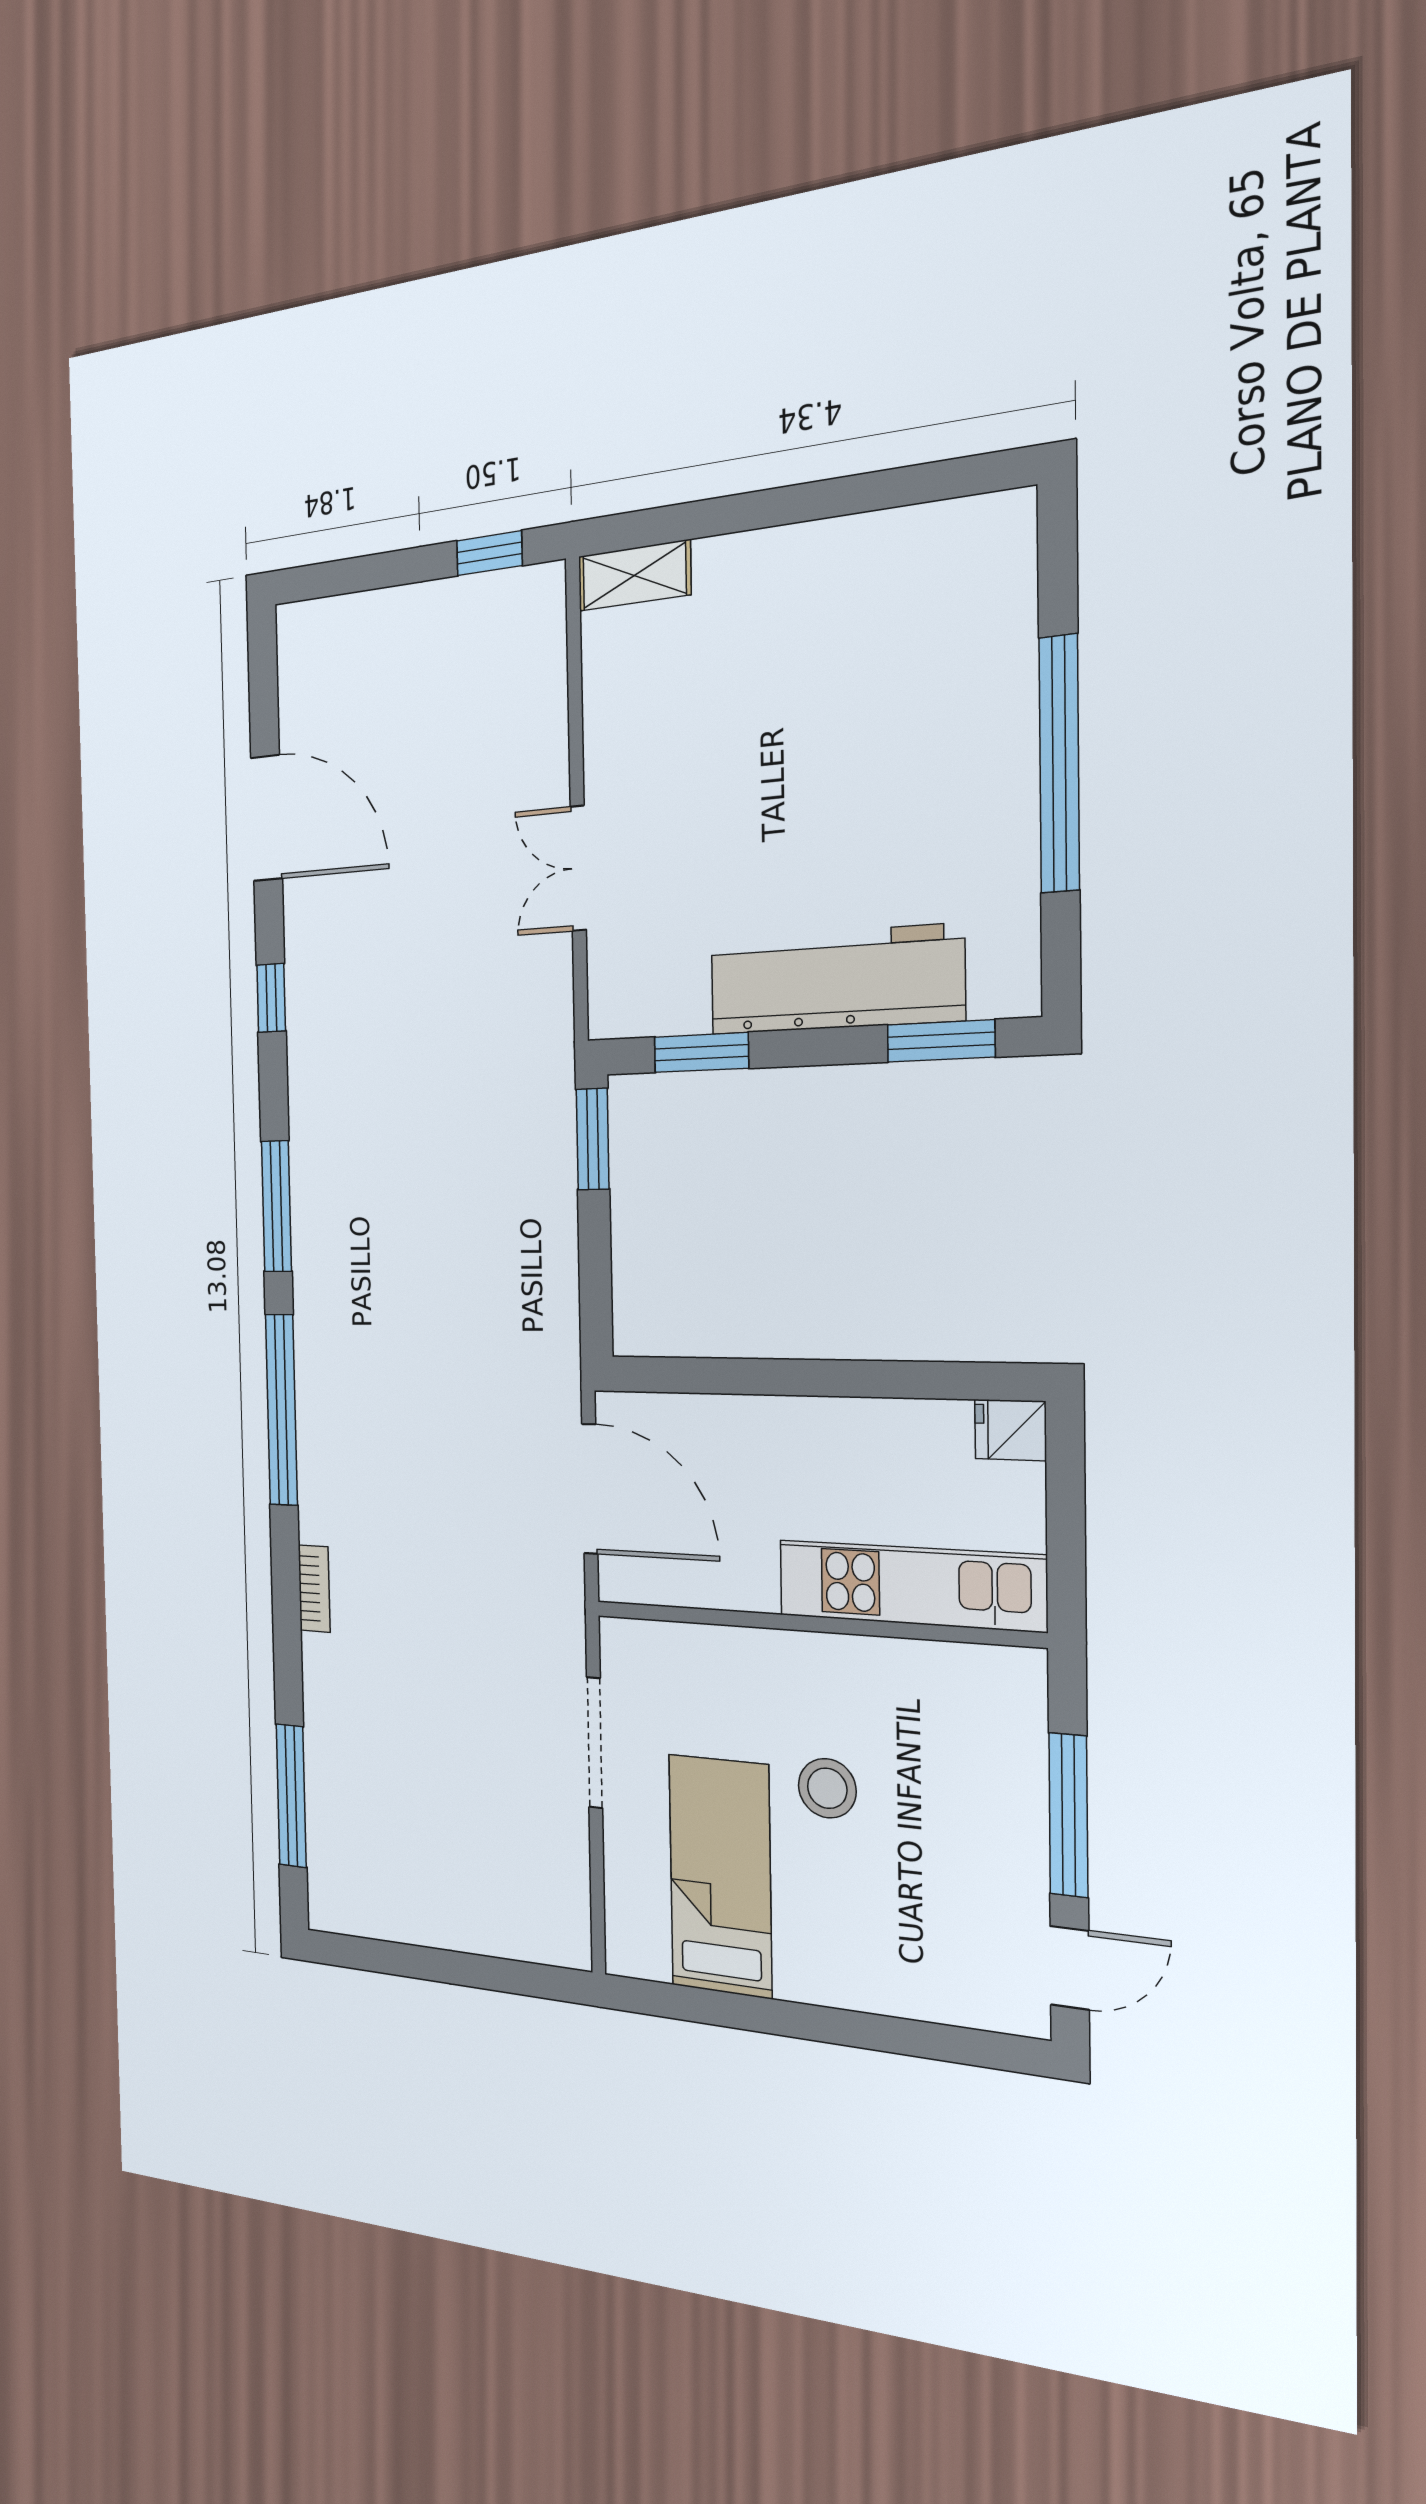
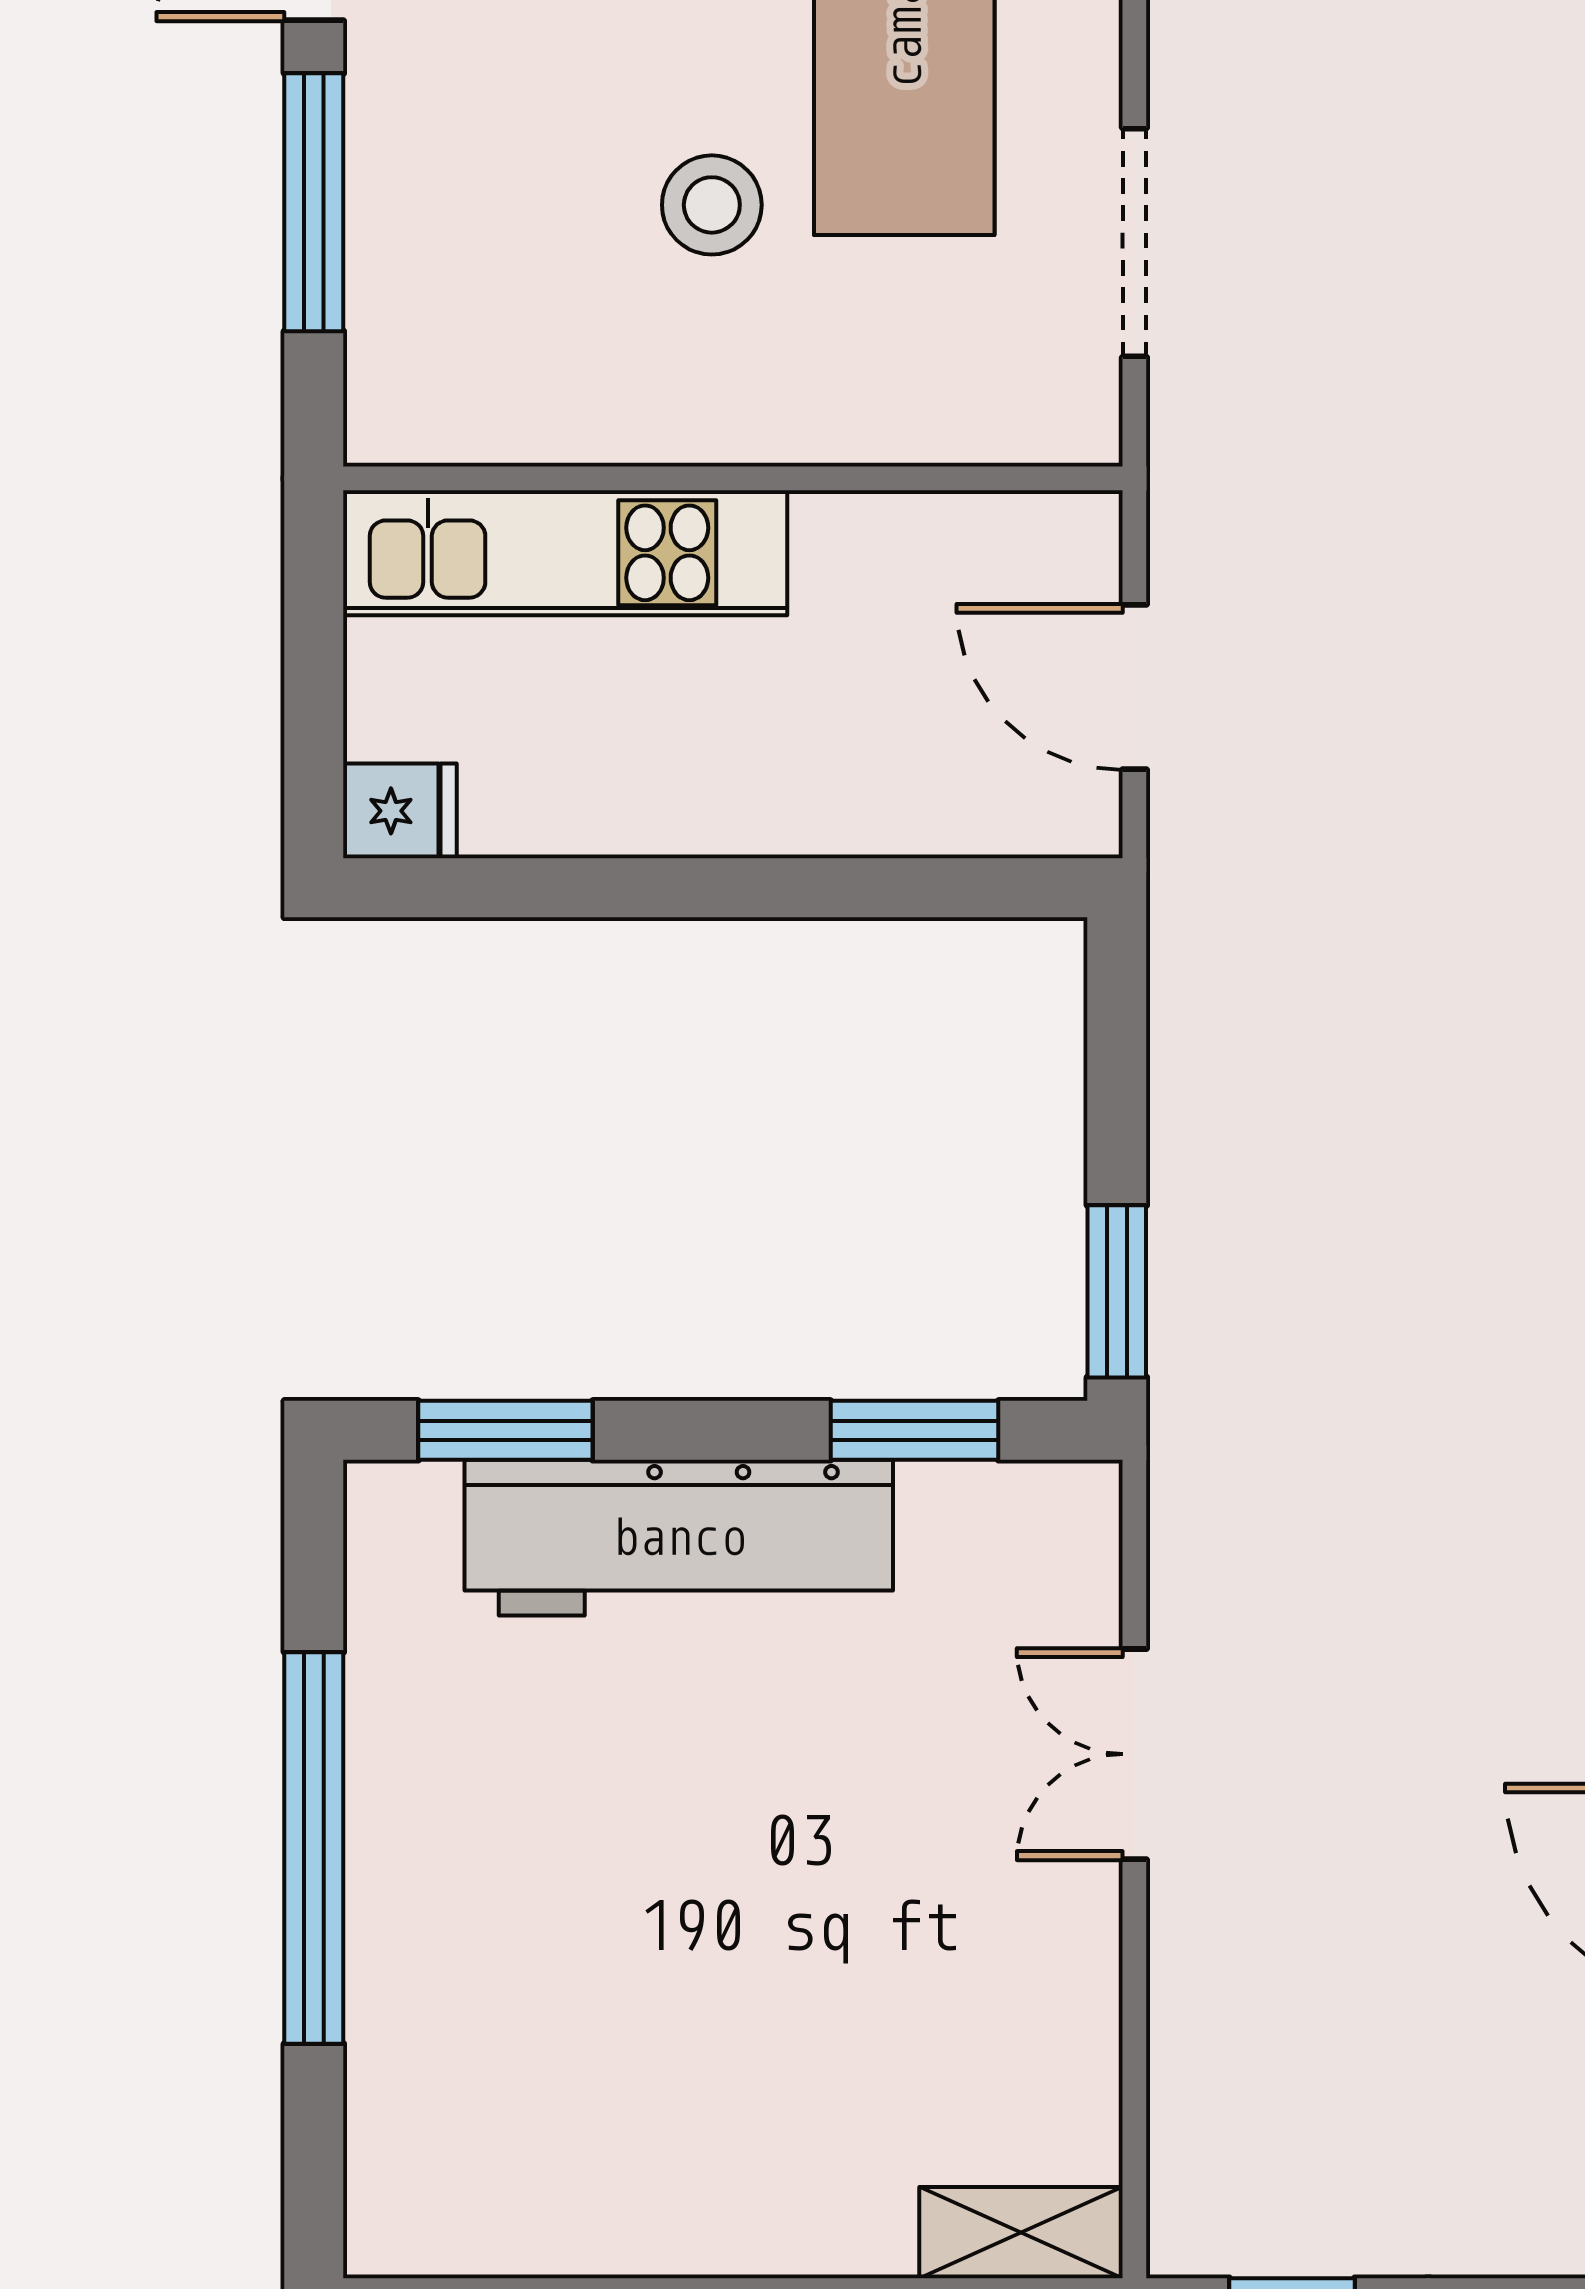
double door: (578, 868) -> (1134, 1754), swing flipped
door: (590, 1489) -> (1134, 687), width x0.73

